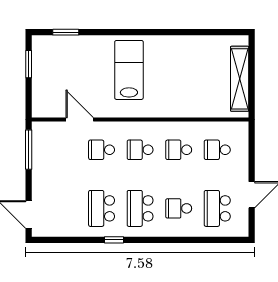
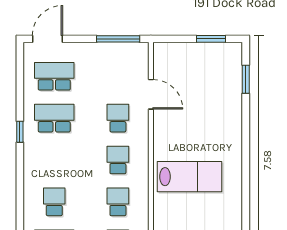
lab bench: (129, 70) -> (190, 177), moved
door: (80, 119) -> (151, 94), hinge flipped
school desk: (140, 208) -> (54, 76), moved

